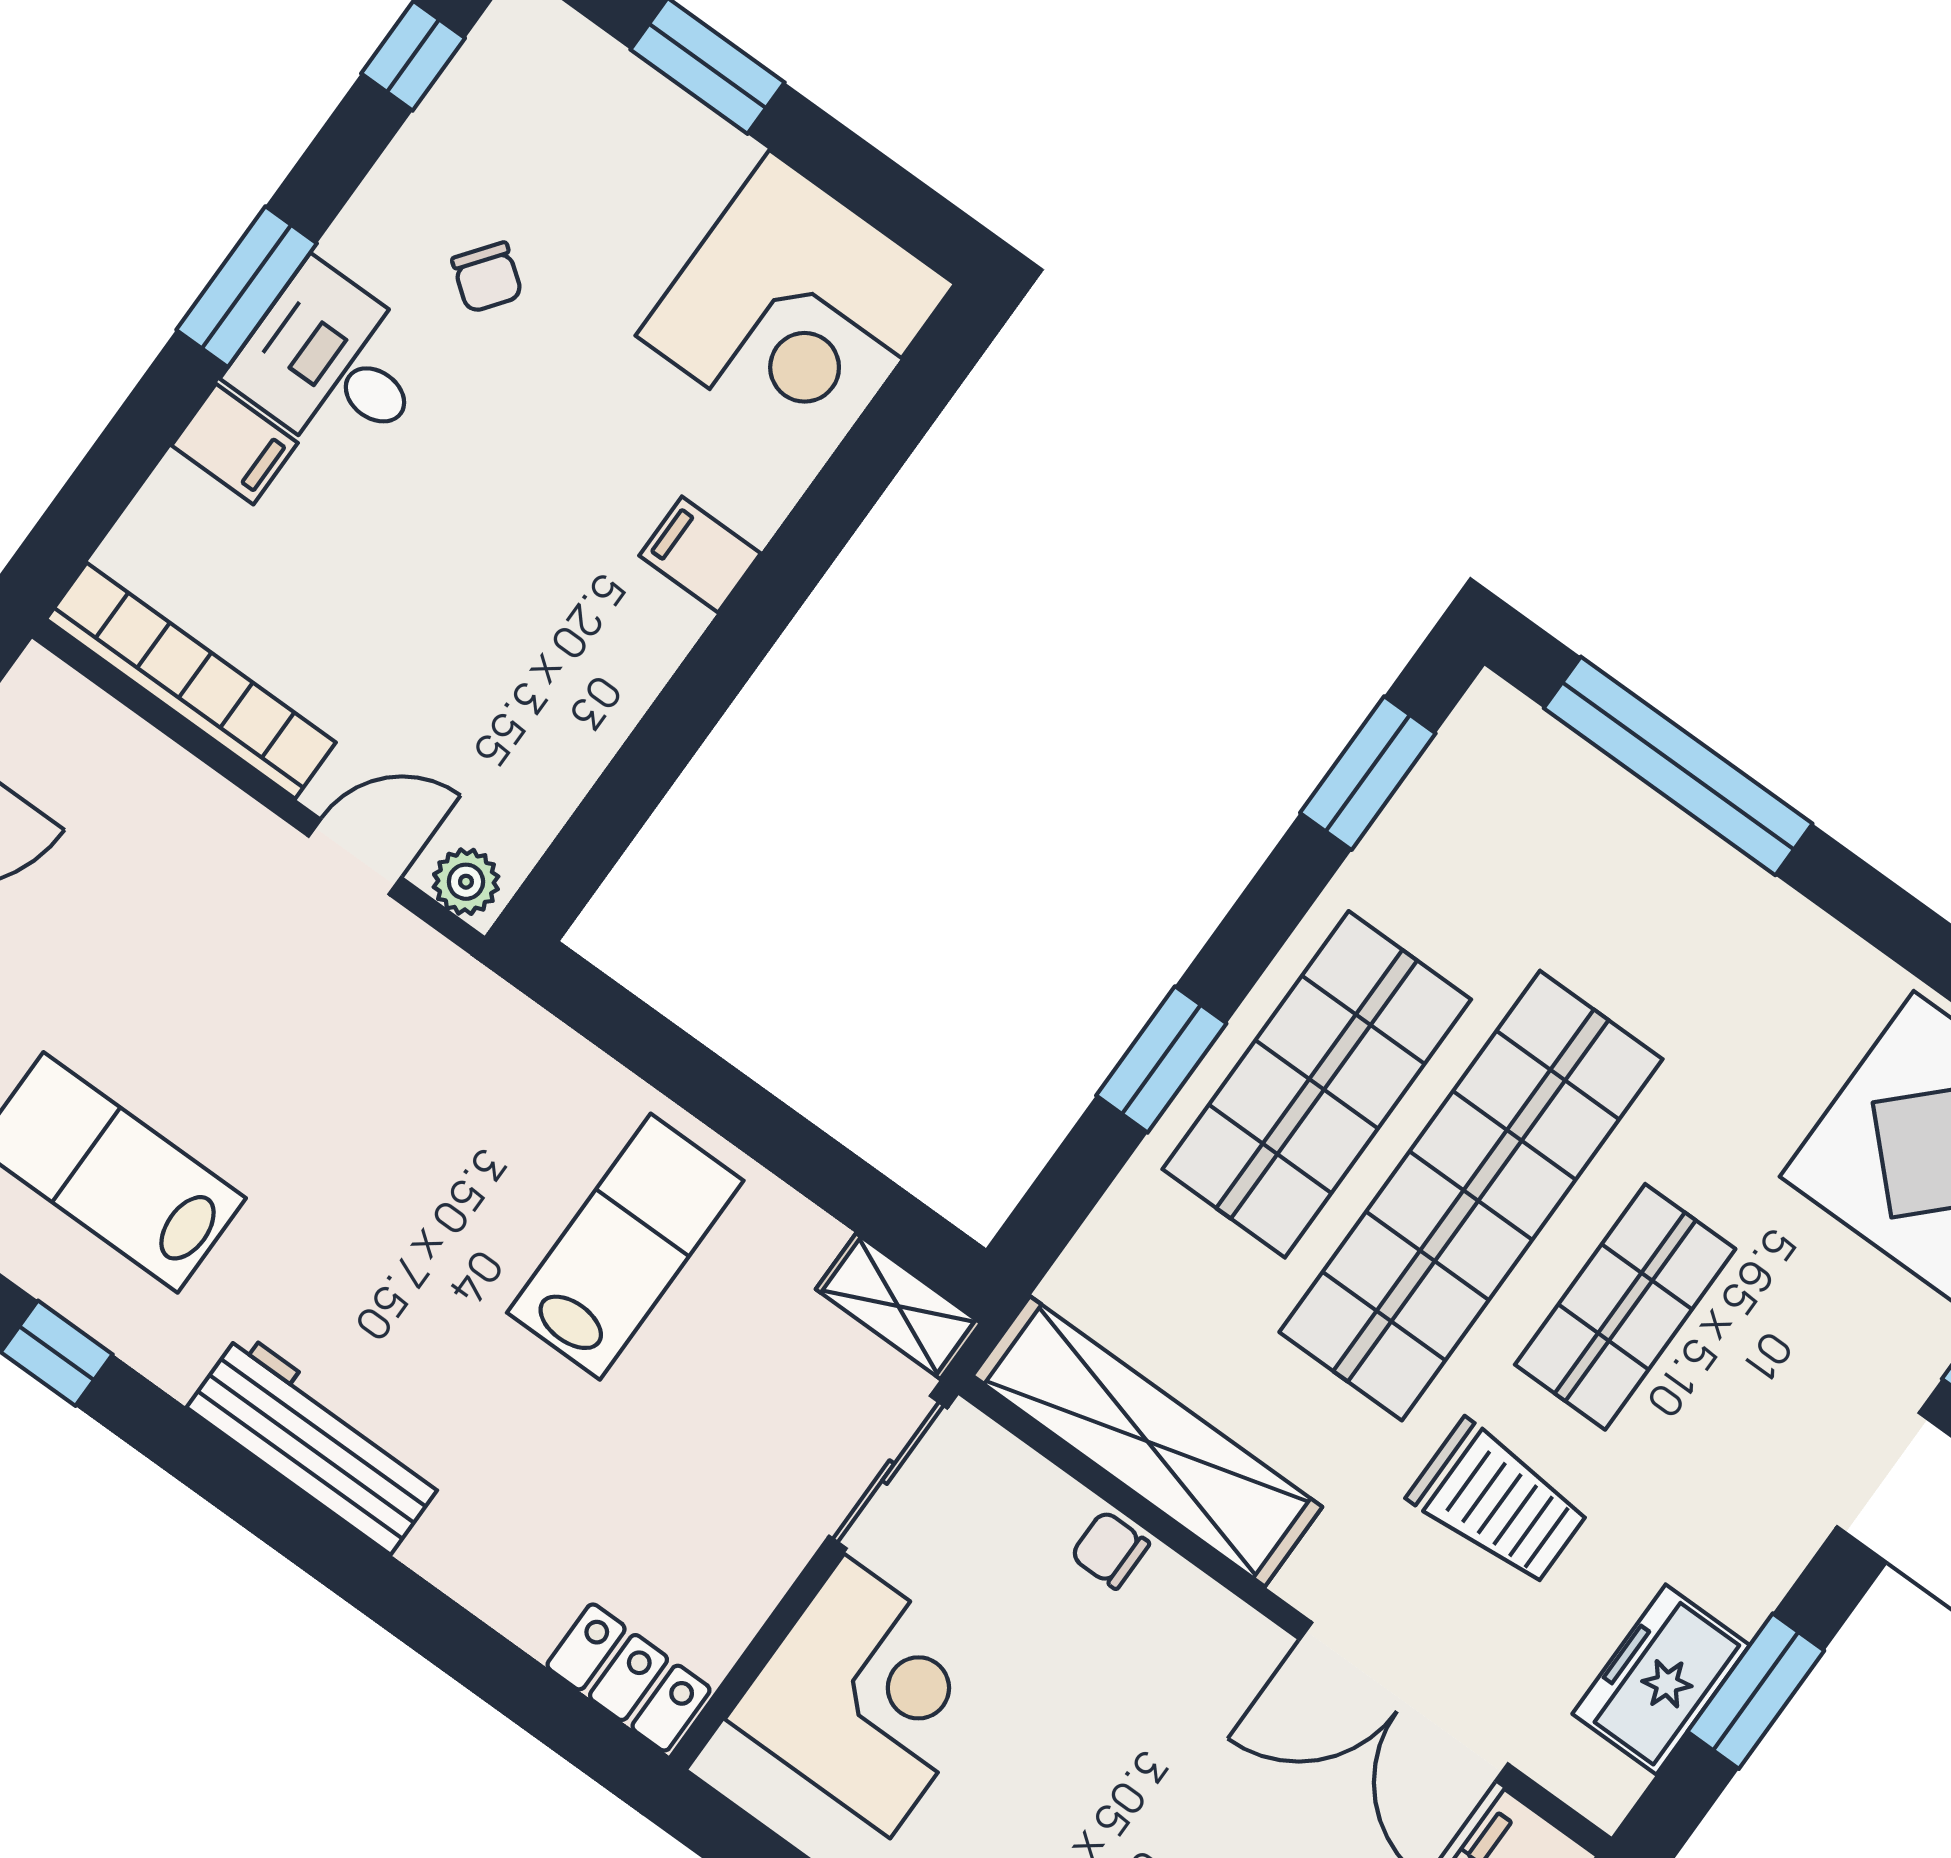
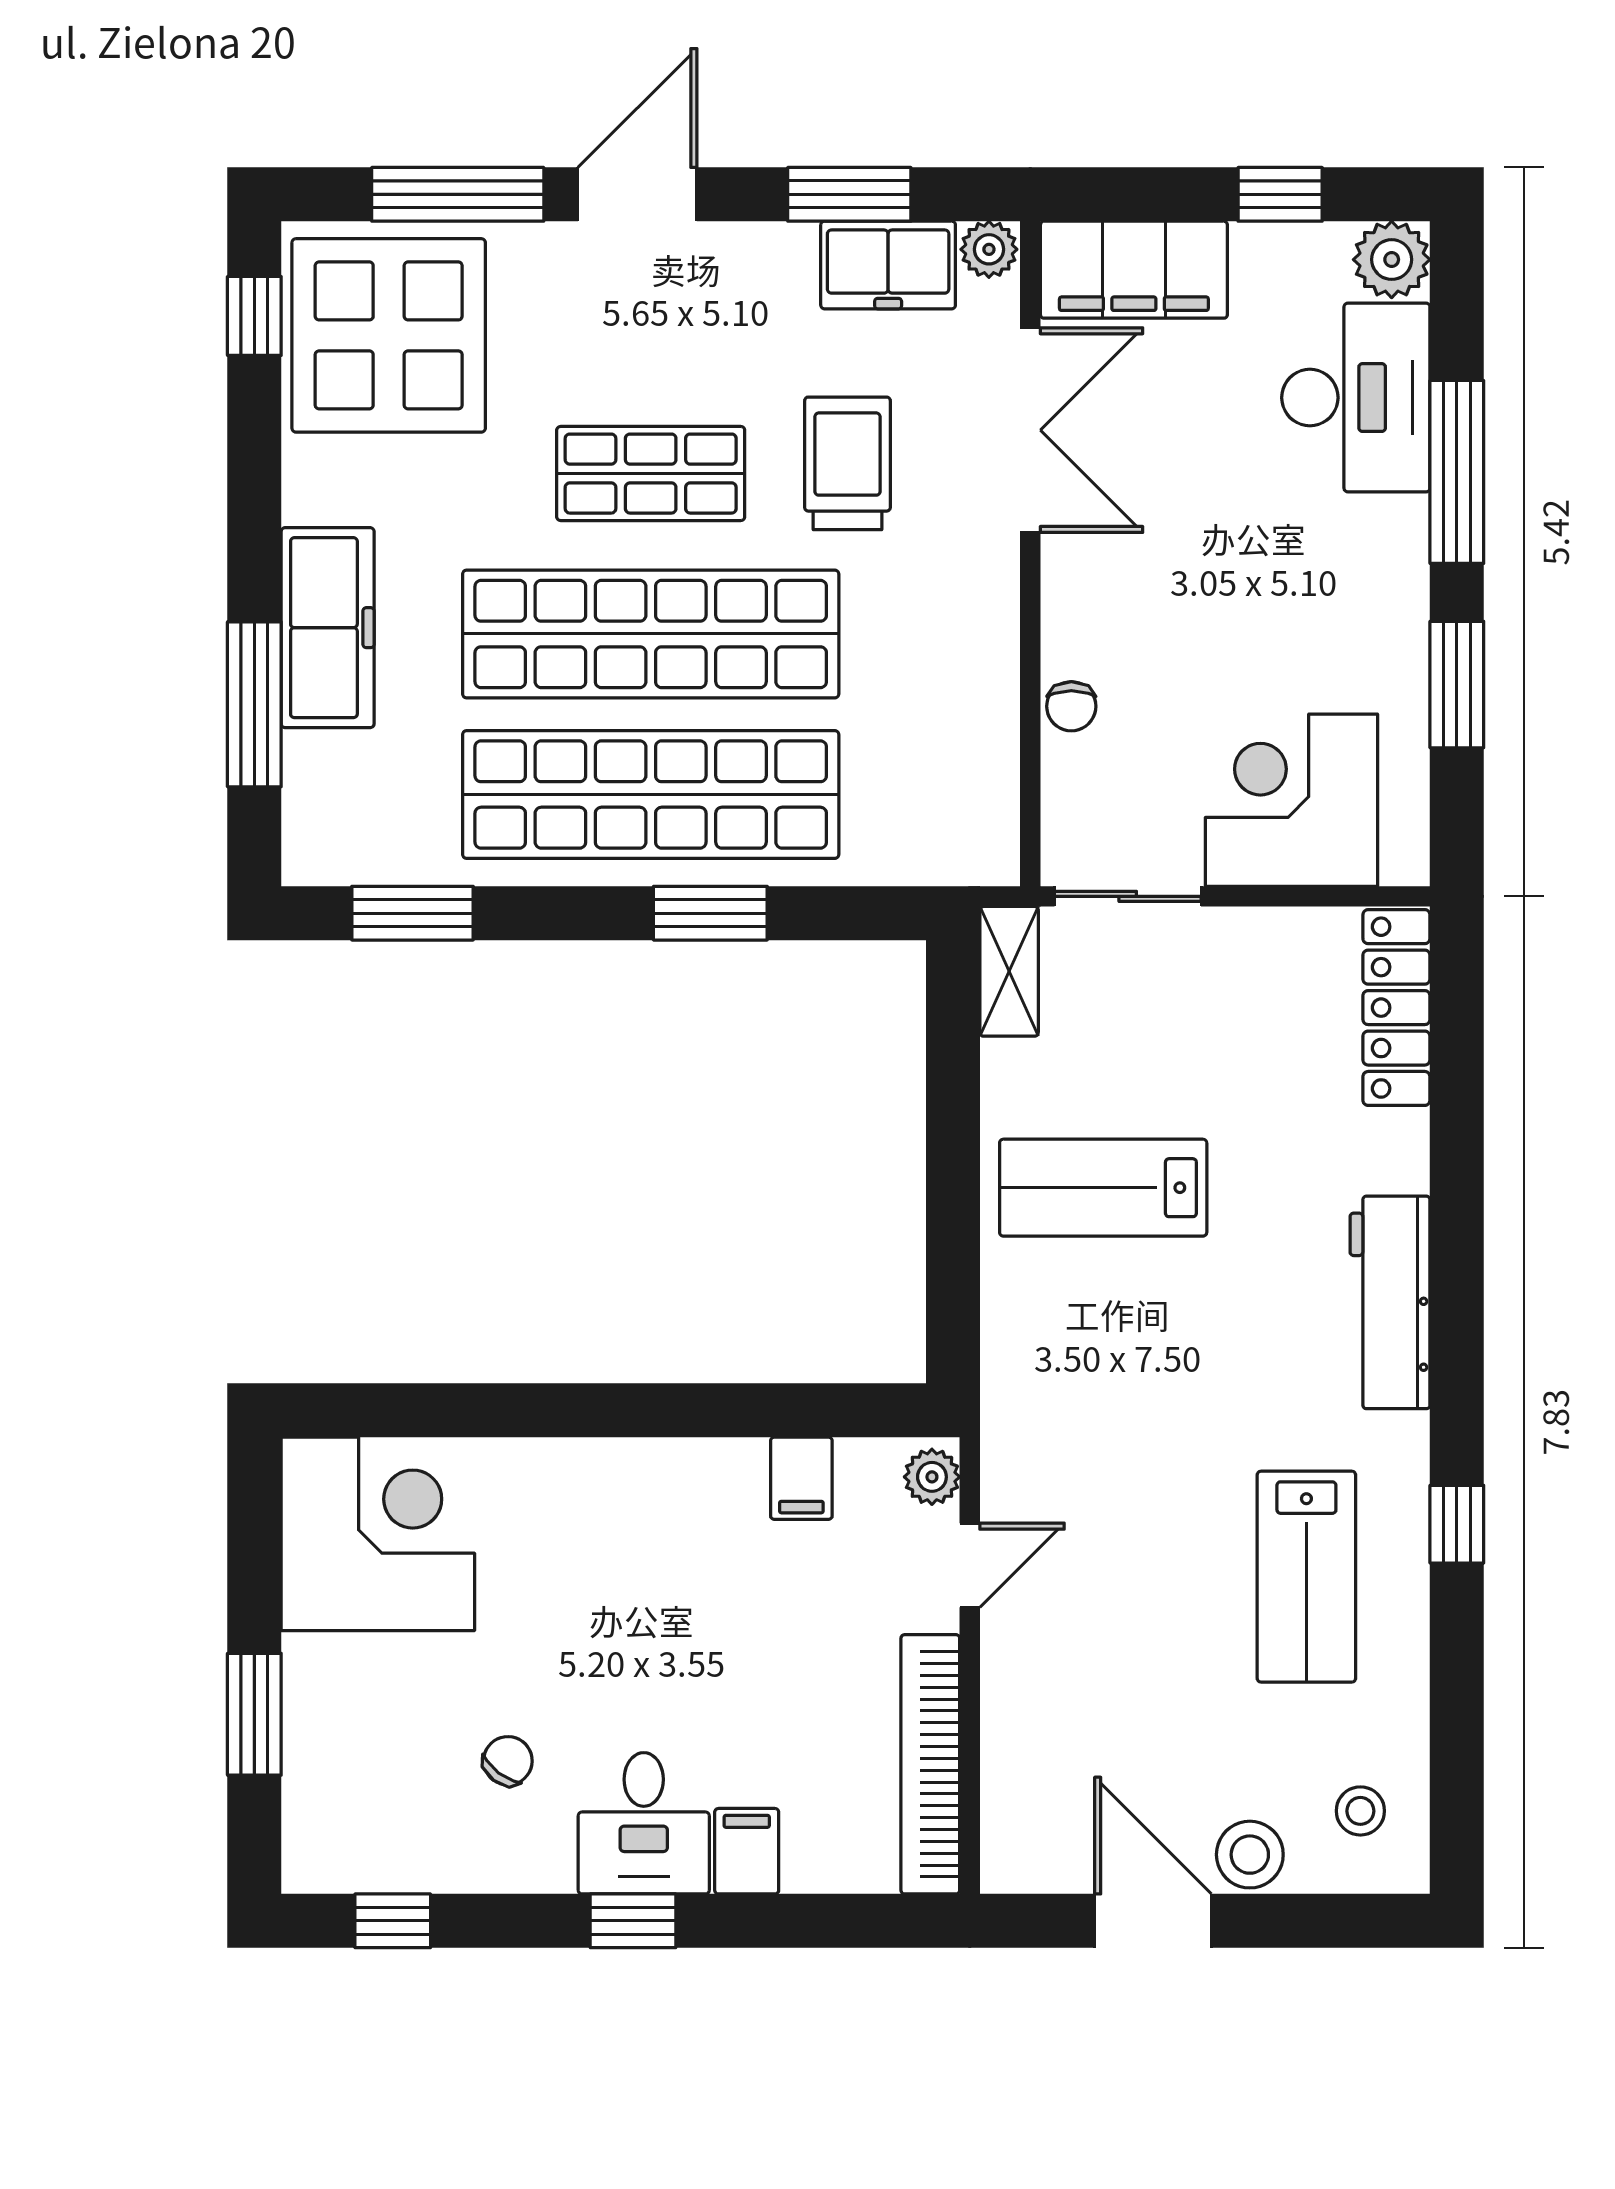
window: (247, 287) -> (633, 1921), width x0.67
filing cabinet: (700, 554) -> (801, 1478), moved
window: (1678, 766) -> (254, 704), width x0.68
door: (355, 857) -> (970, 1565), swing flipped
freezer: (1701, 889) -> (328, 628), added
shop shelf: (1317, 1084) -> (651, 794), width x1.40
shelving: (1147, 1441) -> (979, 734), removed
locker: (629, 1678) -> (1396, 1008), width x1.53
plant: (1606, 1787) -> (989, 249), added

